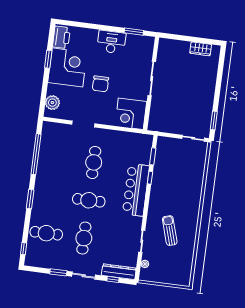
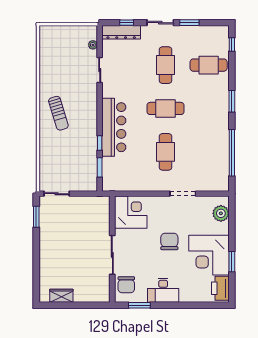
chair: (143, 51) -> (126, 285), added
sun lounger: (170, 231) -> (58, 113), moved

